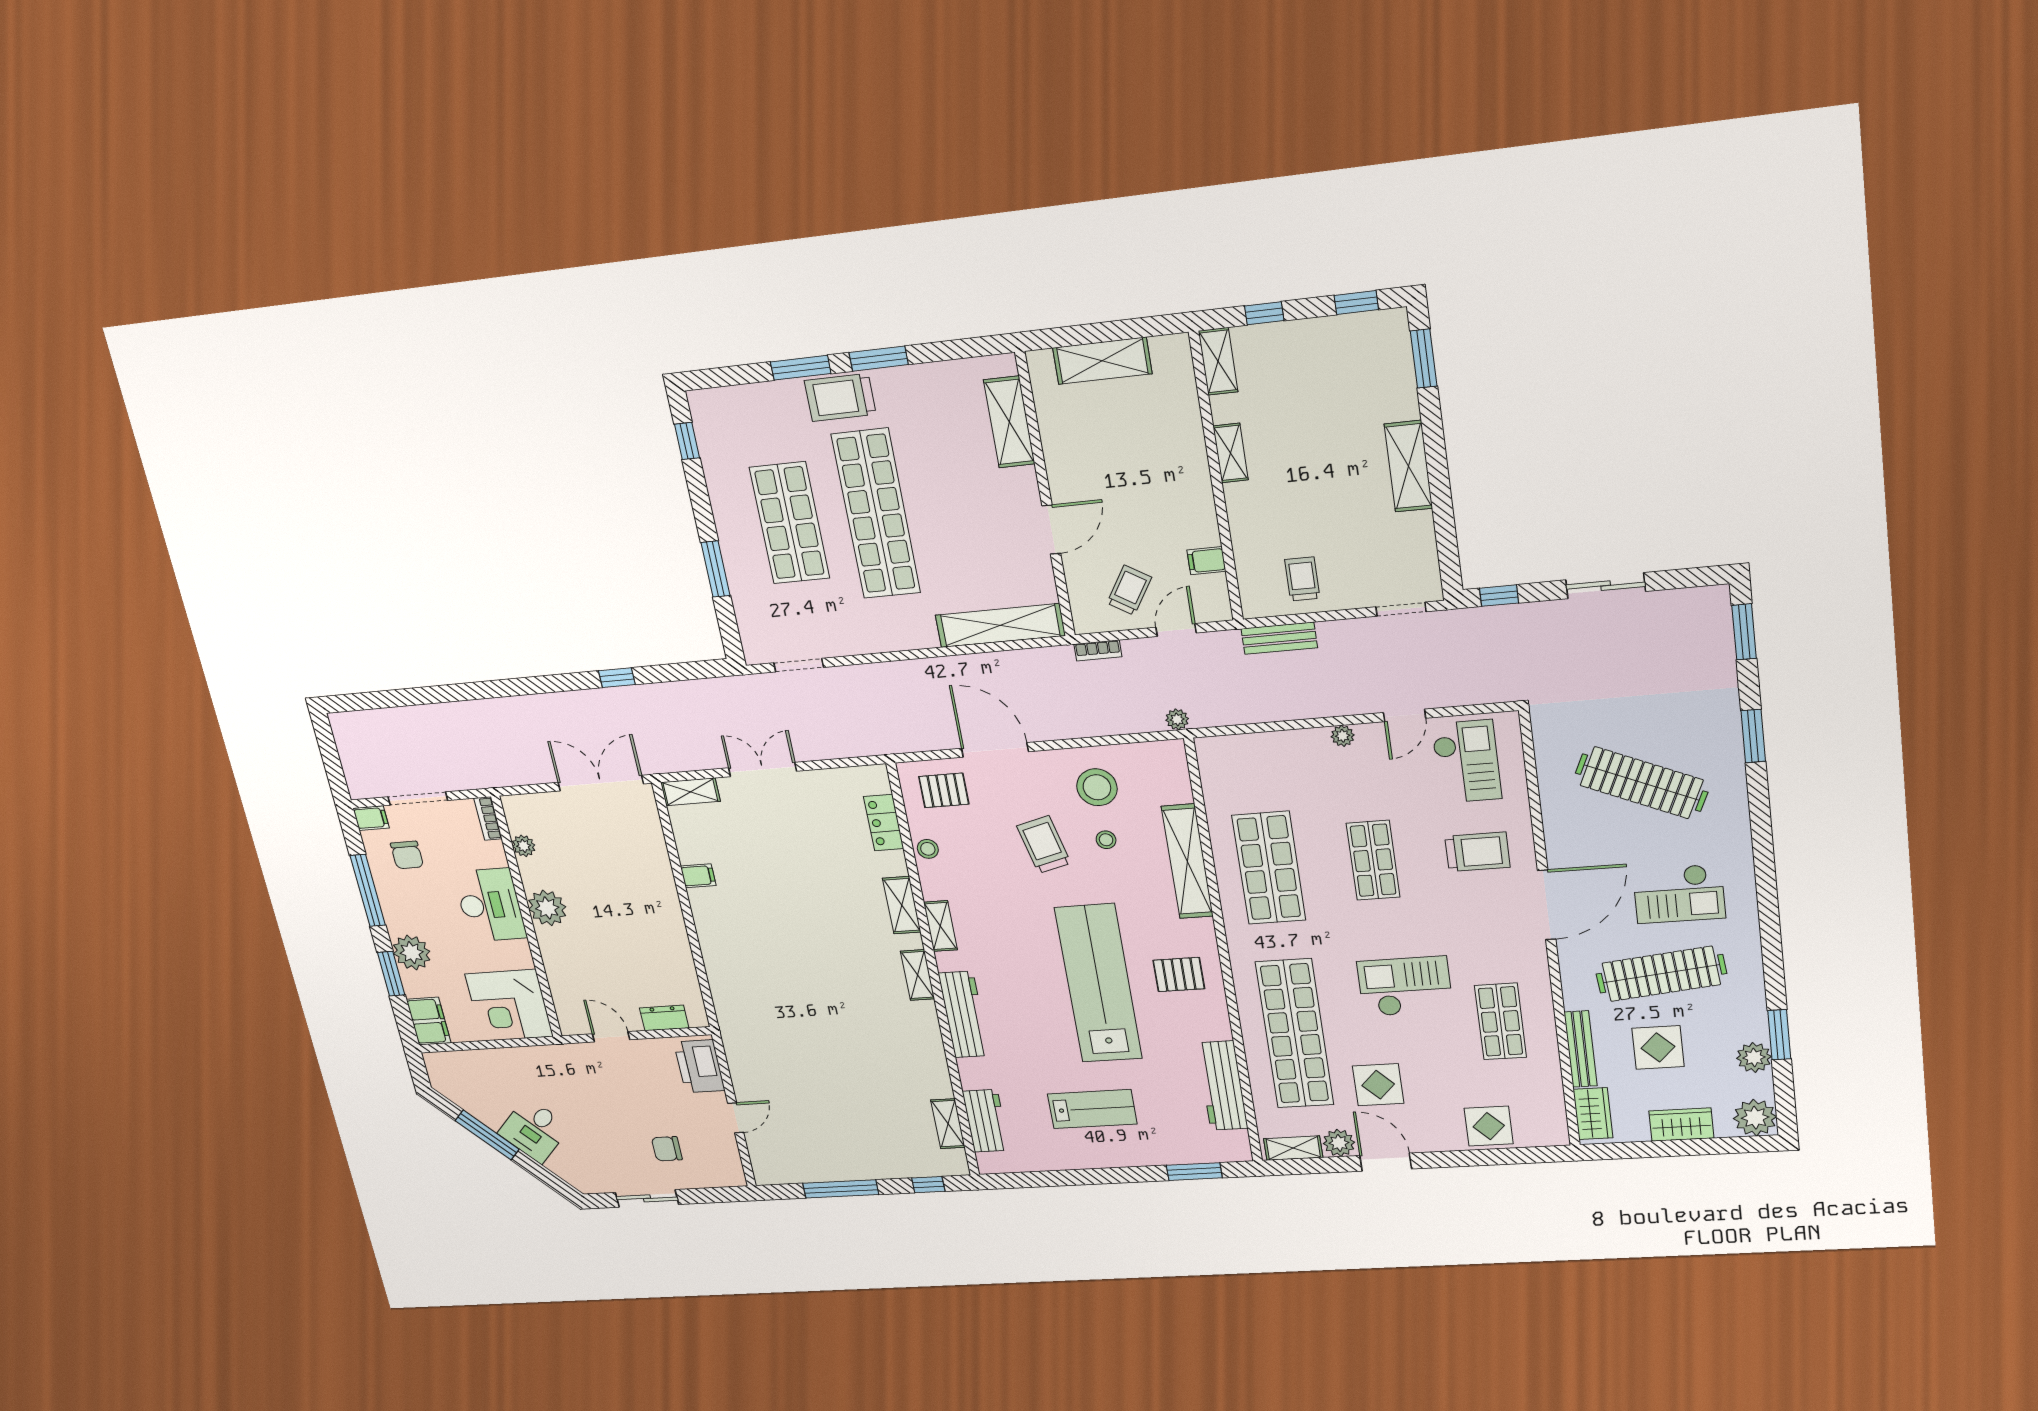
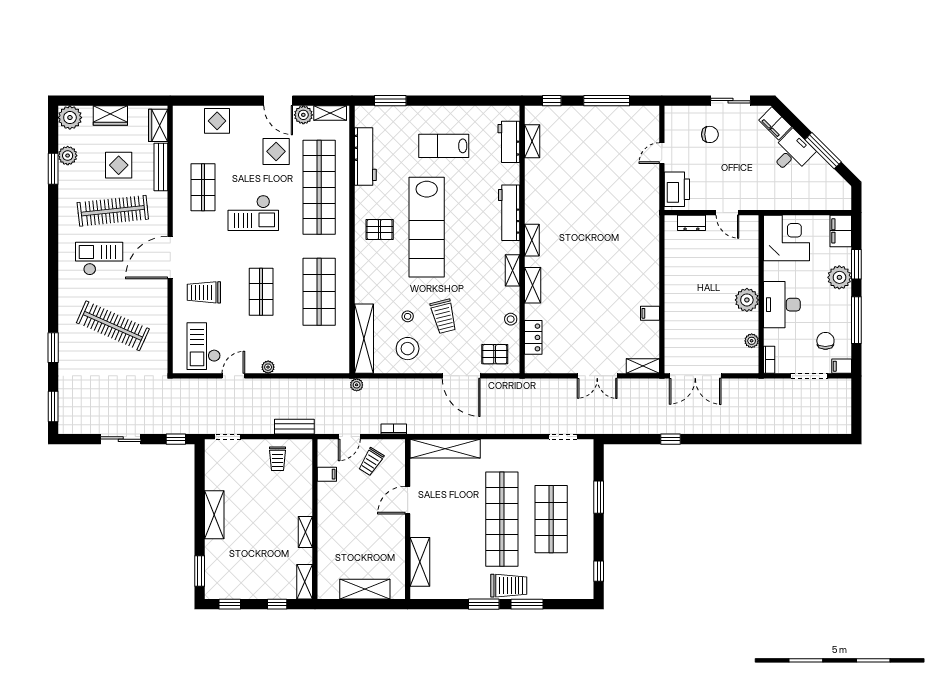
shelving: (1187, 861) -> (364, 339), moved
filing cabinet: (570, 1170) -> (775, 123), added

